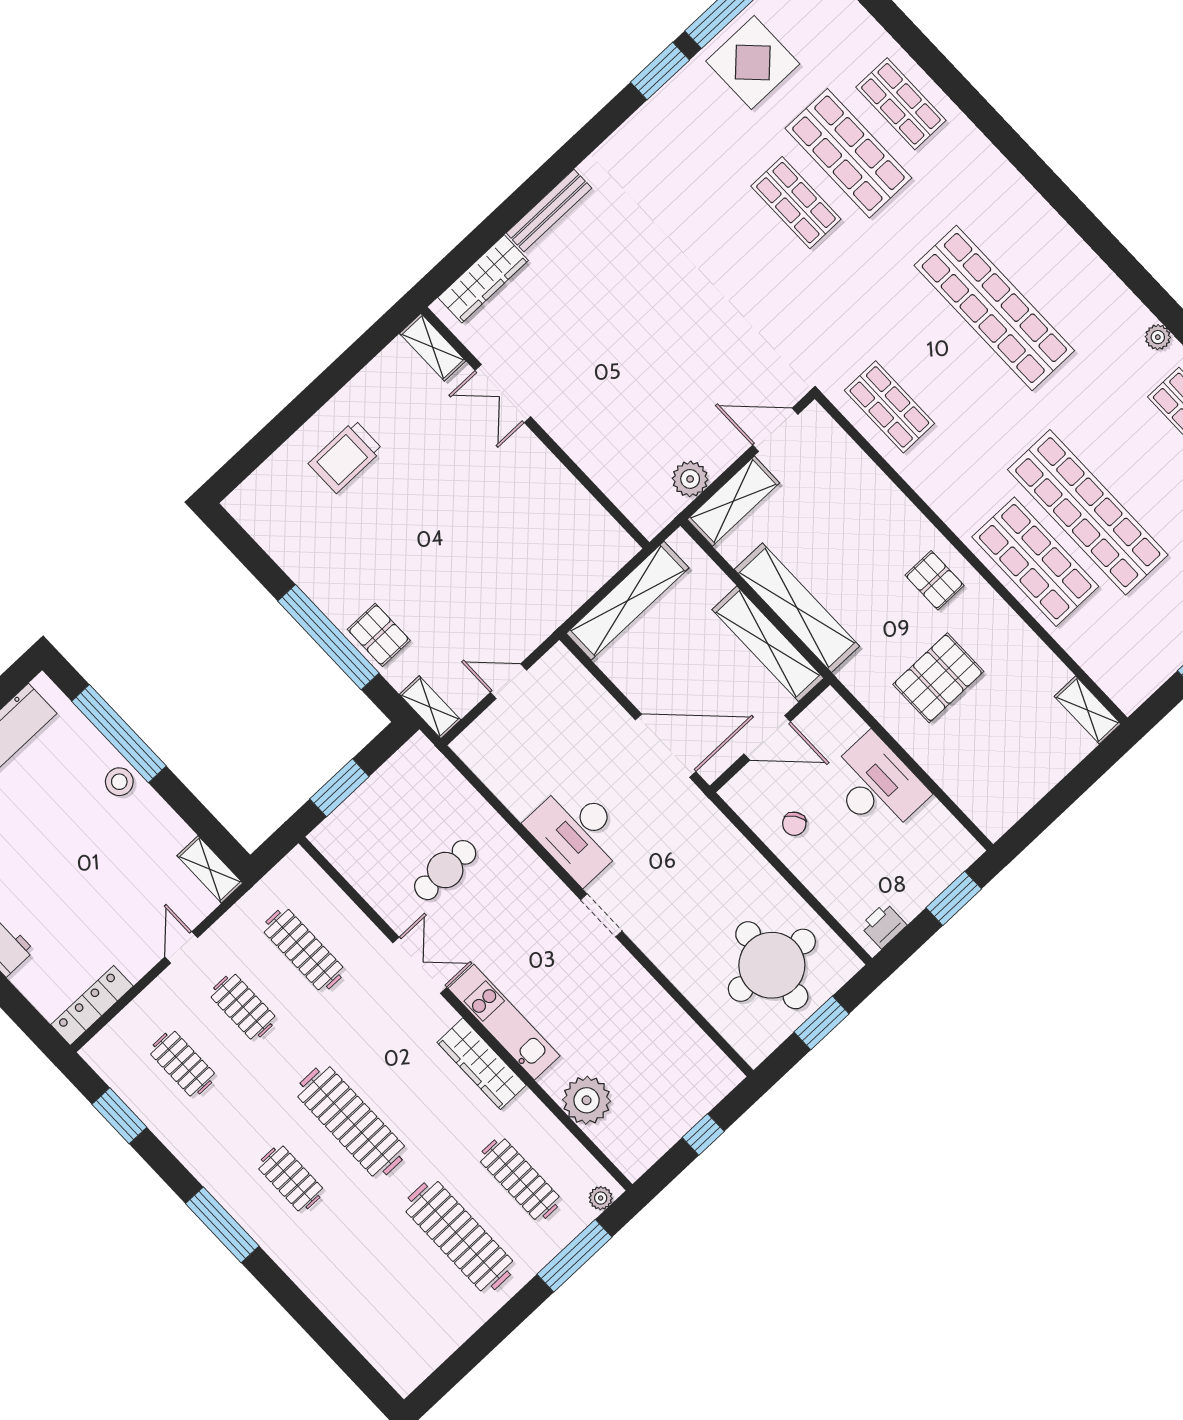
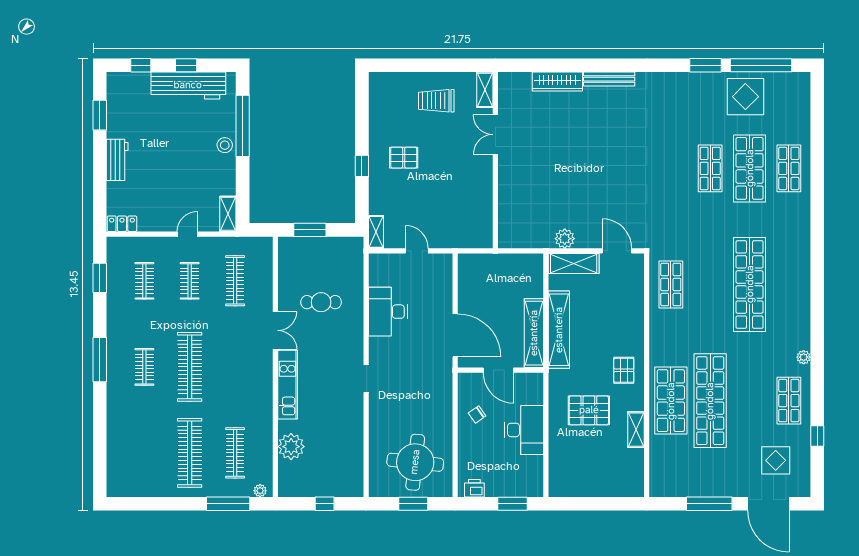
shelving: (433, 347) -> (485, 90), moved
double door: (503, 393) -> (495, 135), moved
wall: (535, 428) -> (495, 160), moved
shelving: (628, 601) -> (494, 263), removed
pallet: (379, 635) -> (404, 158), moved, turned 90
window: (328, 637) -> (362, 166), width x0.32
shelving: (1088, 710) -> (636, 430), moved
desk: (578, 832) -> (388, 312), moved
locker: (92, 1005) -> (122, 224), width x0.66
wardrobe: (482, 1064) -> (263, 393), removed

